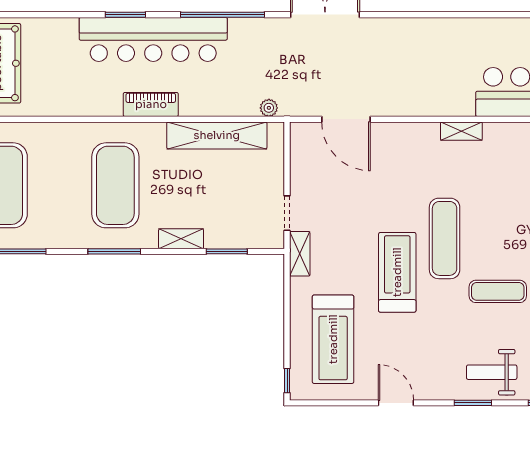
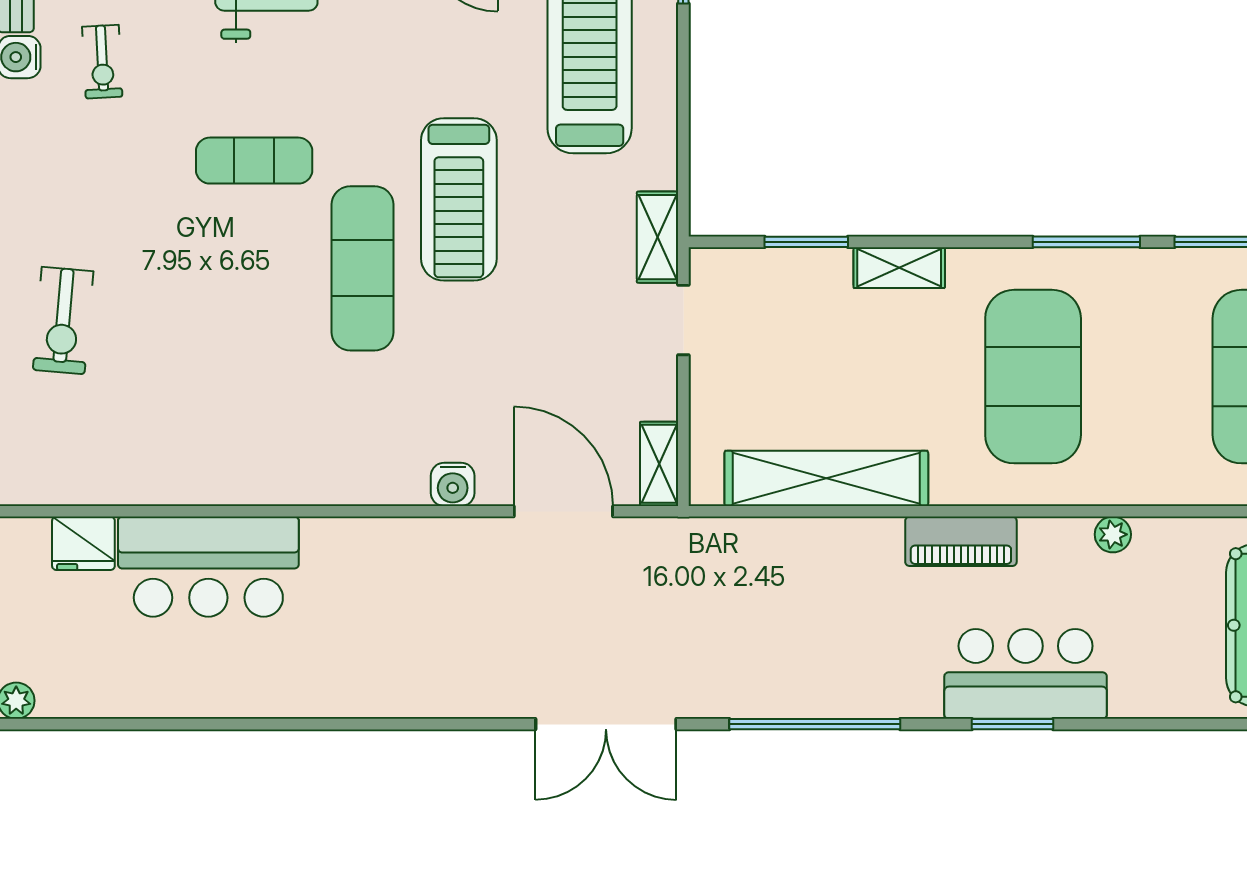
bar counter: (153, 39) -> (1026, 674), width x0.54
plant: (269, 108) -> (1113, 534), moved
shelving: (461, 131) -> (659, 464), moved, turned 90
water cooler: (400, 132) -> (453, 484), added
window: (114, 251) -> (1086, 242), moved

